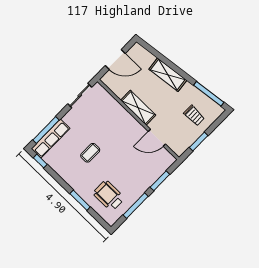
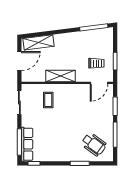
shelving: (168, 75) -> (38, 42), moved
trolley: (194, 116) -> (96, 63), moved
door: (157, 138) -> (99, 83), moved
coffee table: (90, 153) -> (48, 100), moved
wheelchair: (109, 196) -> (94, 144), turned -144

